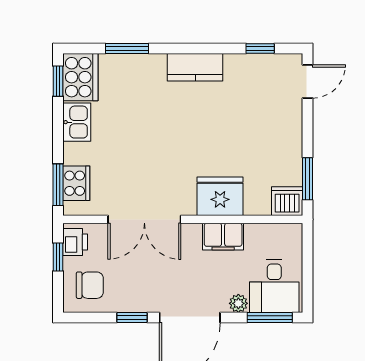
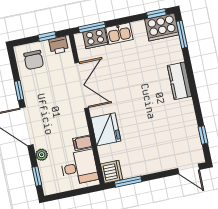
window: (127, 48) -> (182, 34), moved
kitchen counter: (195, 67) -> (179, 81), moved
kitchen sink: (77, 122) -> (119, 34), moved
double door: (144, 219) -> (82, 85), swing flipped
filing cabinet: (223, 237) -> (82, 143), width x0.50
desk: (274, 286) -> (79, 167), moved, turned 180
window: (270, 318) -> (37, 176), width x0.67

